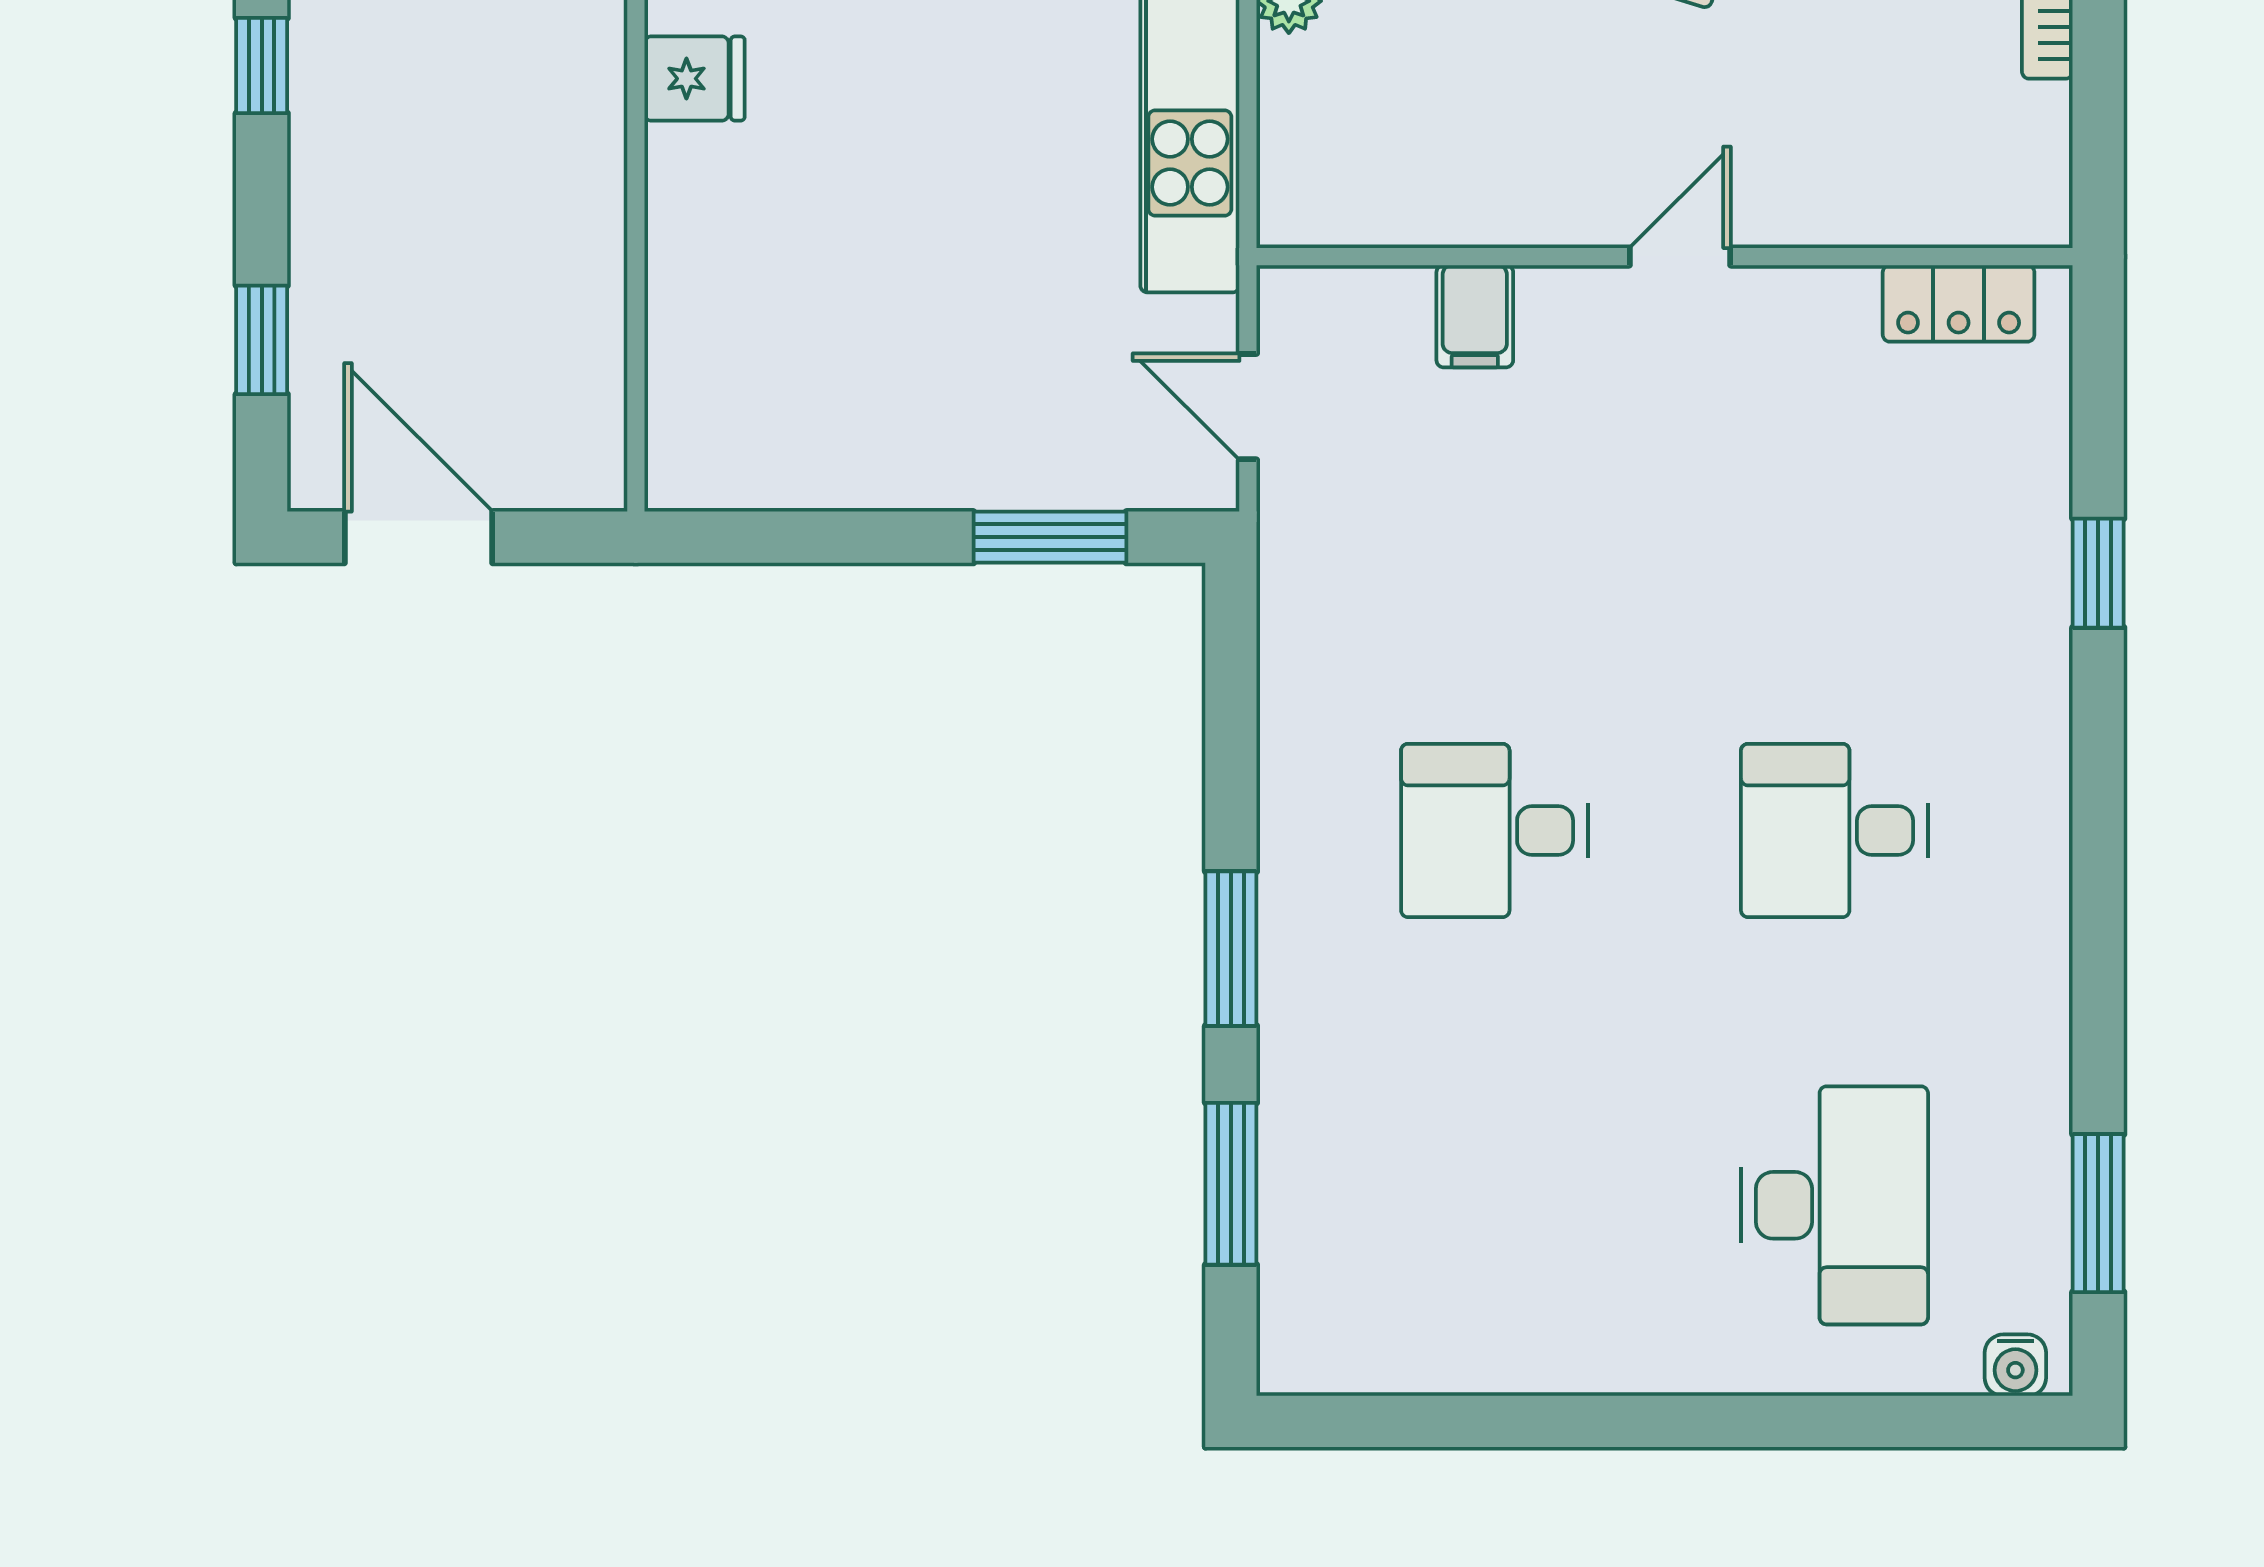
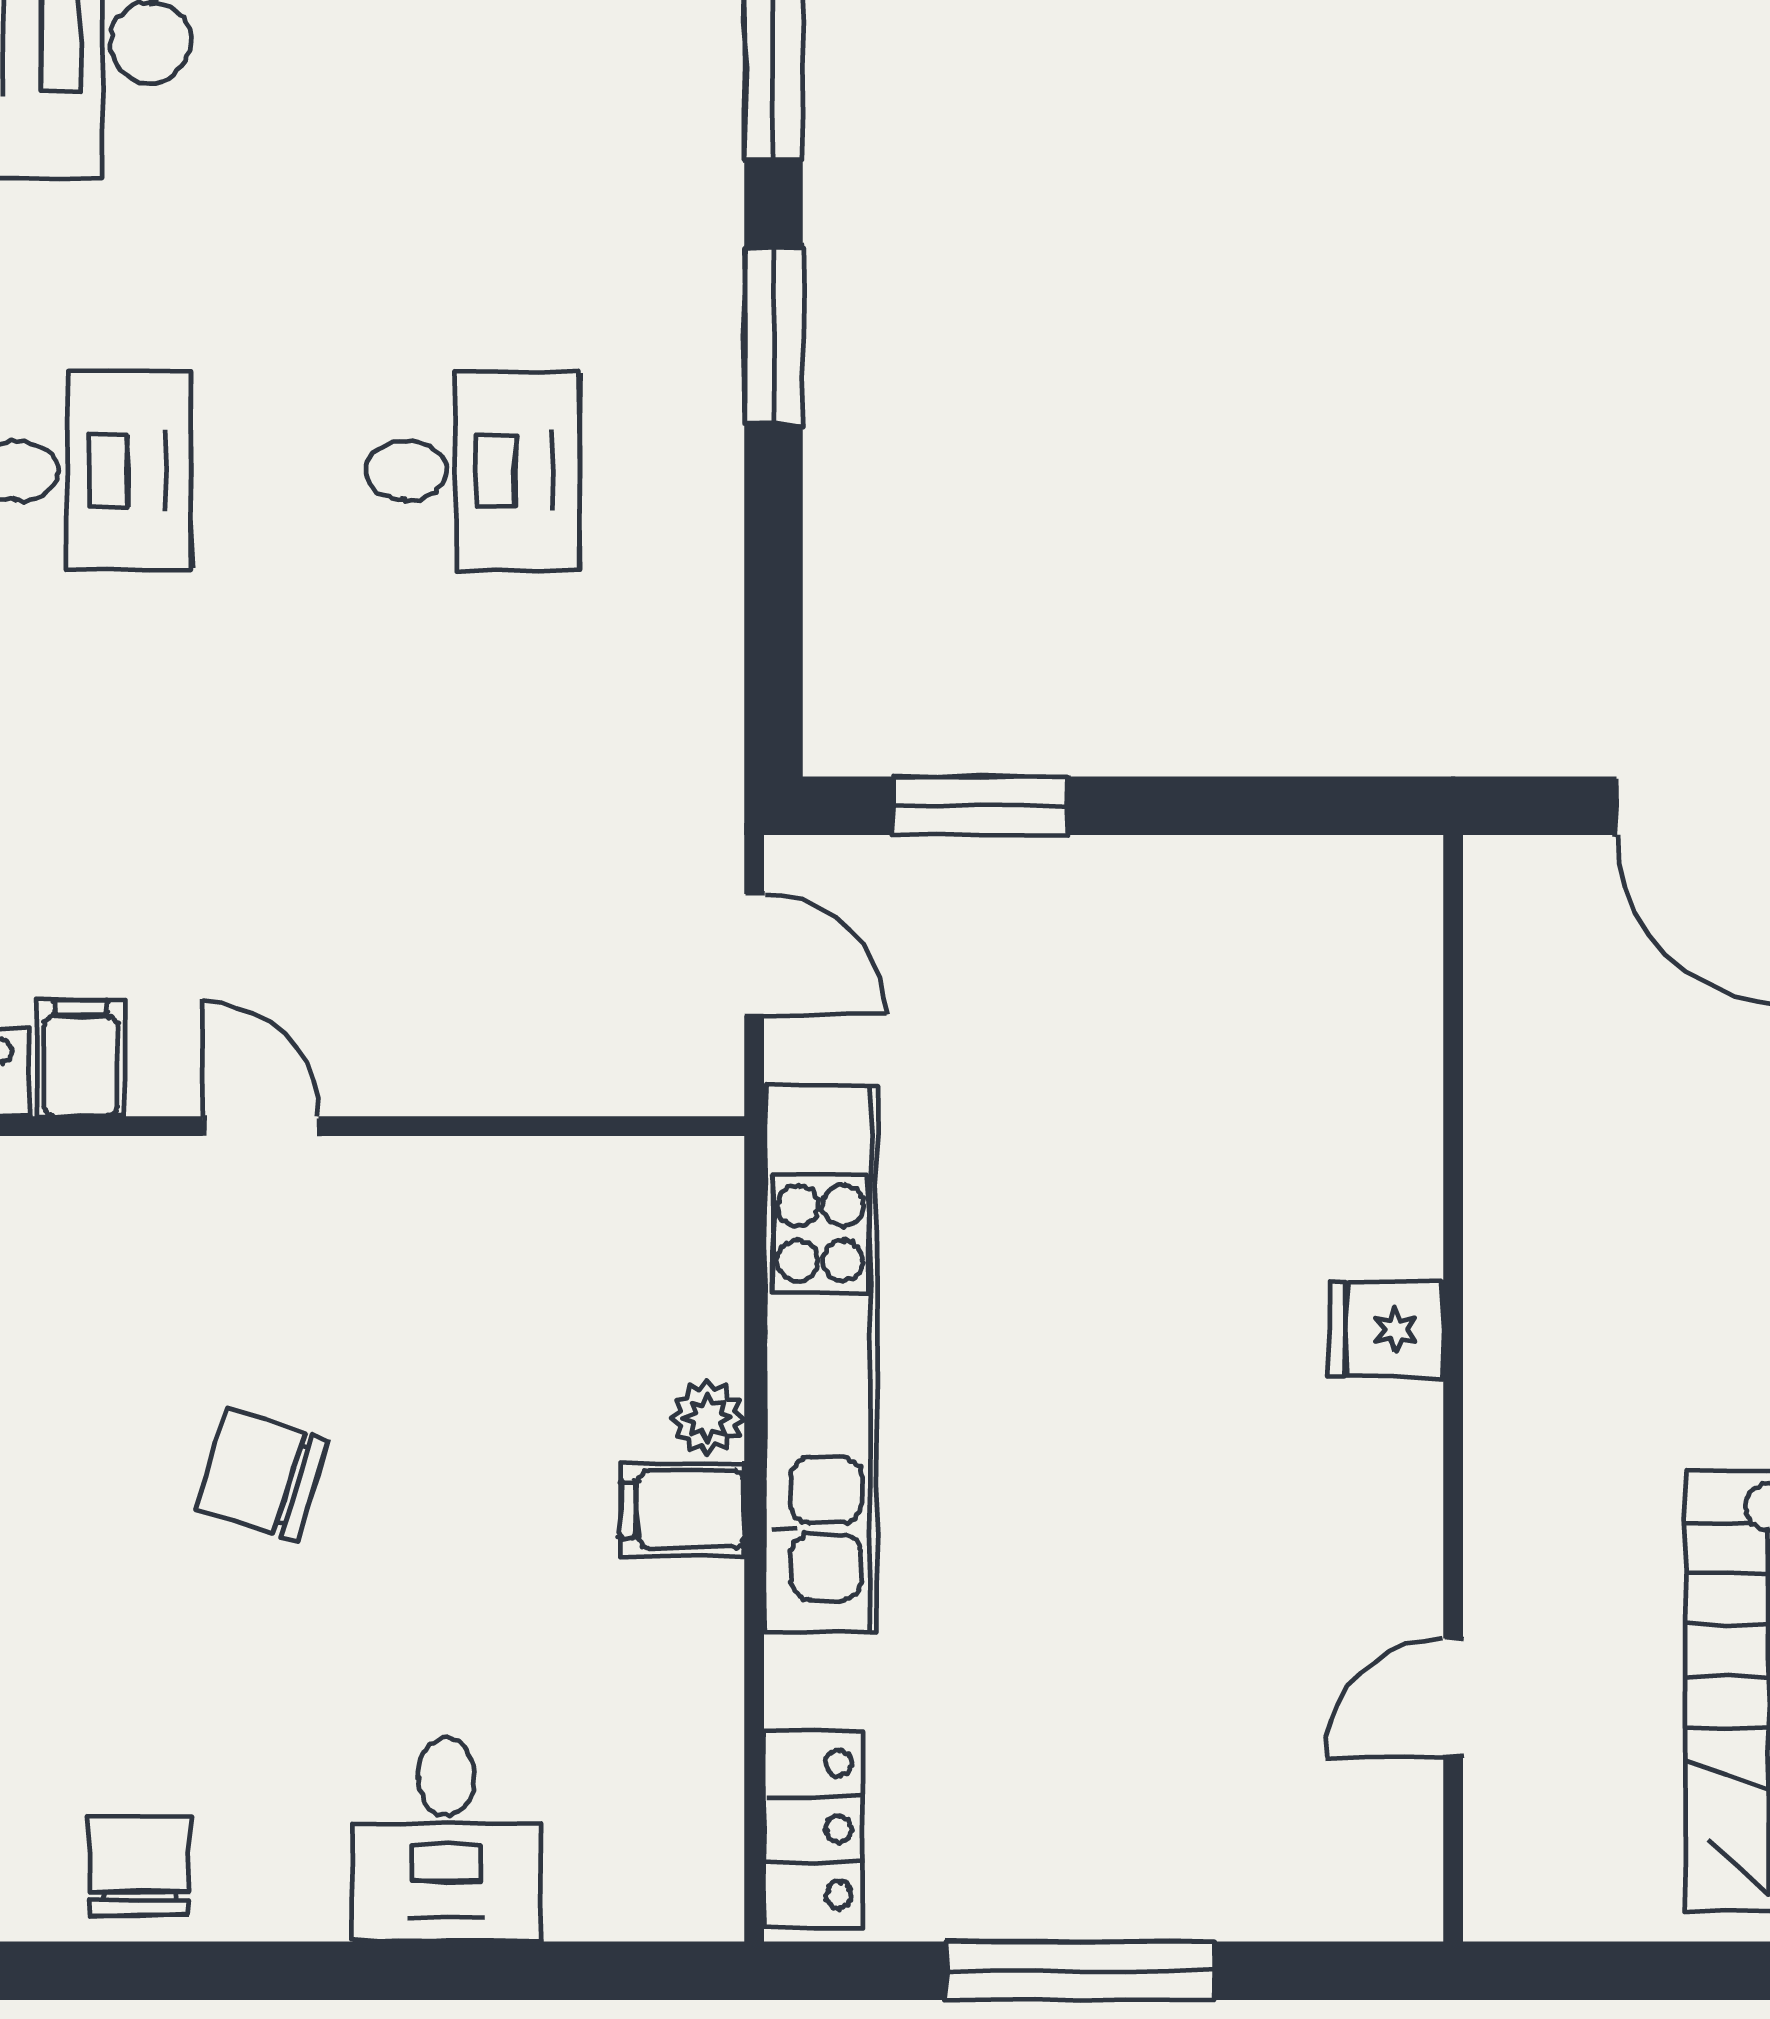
door: (1680, 257) -> (261, 1126), swing flipped
filing cabinet: (1475, 316) -> (81, 1058), moved

